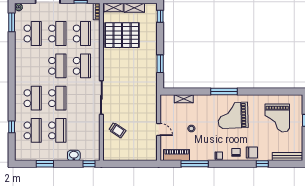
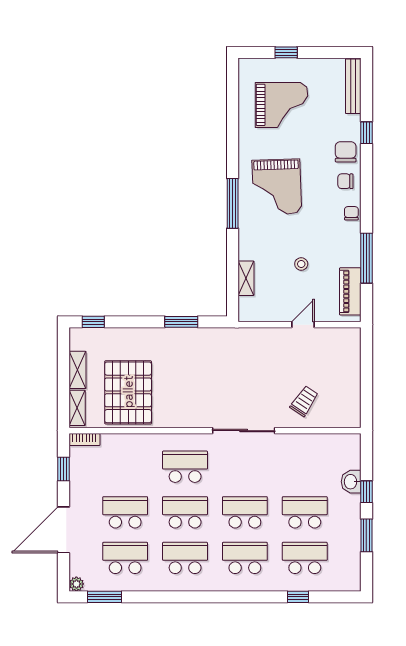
school desk: (82, 33) -> (185, 558), moved
window: (89, 164) -> (366, 492), moved

